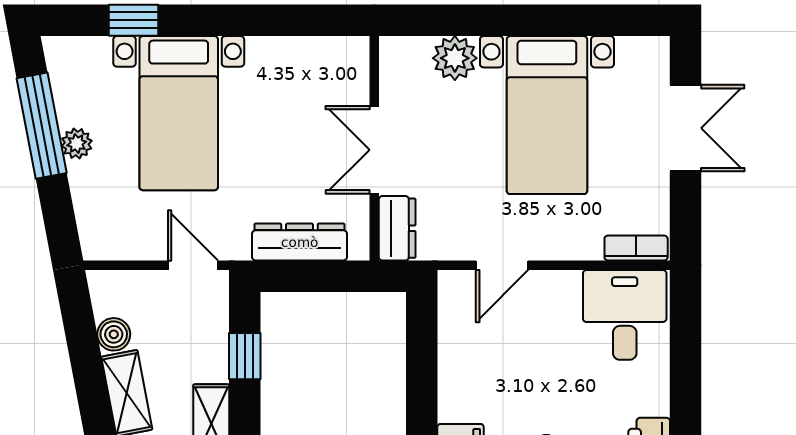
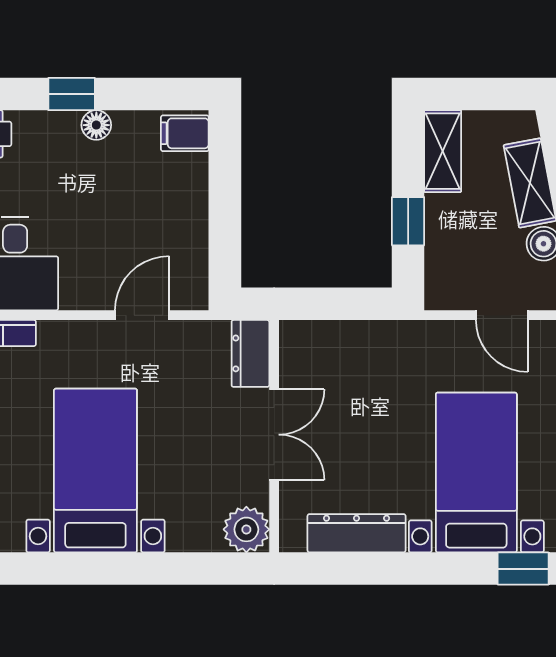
plant: (455, 58) -> (246, 529), moved
dresser: (300, 242) -> (357, 533), moved, turned 180
door: (193, 265) -> (502, 315), moved

